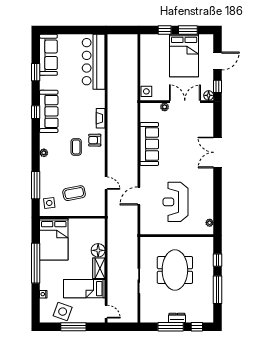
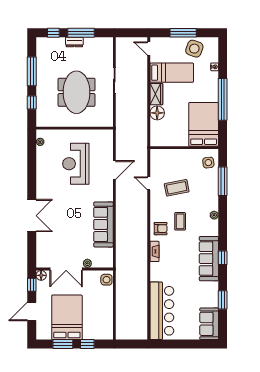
sofa: (48, 55) -> (209, 324), width x0.73
coffee table: (74, 193) -> (177, 188), moved
reception desk: (176, 202) -> (76, 164), turned 180

